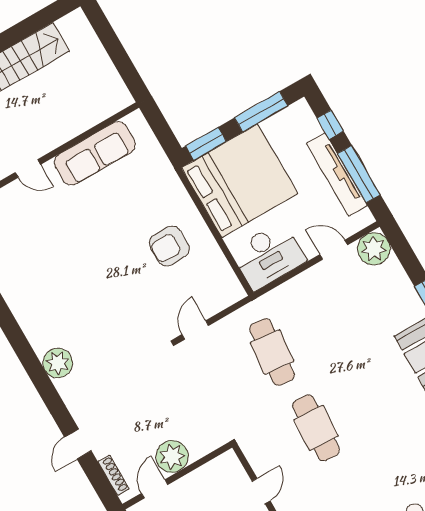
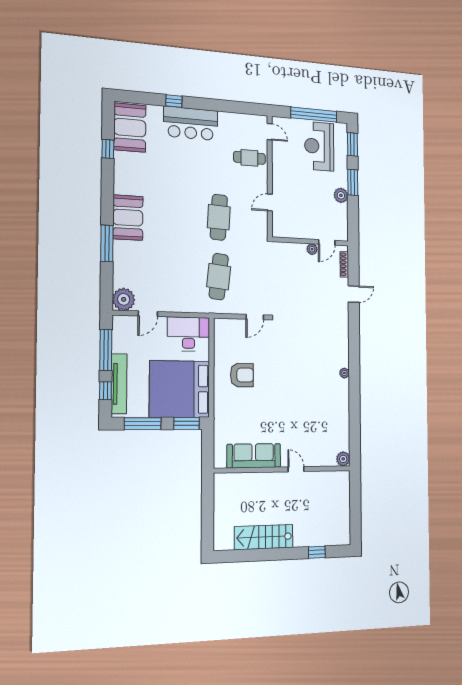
tv unit: (337, 175) -> (119, 384), moved
door: (334, 250) -> (148, 314), hinge flipped
plant: (58, 363) -> (344, 373), moved, width x0.53, depth x0.53
plant: (172, 456) -> (312, 249), width x0.53, depth x0.53

